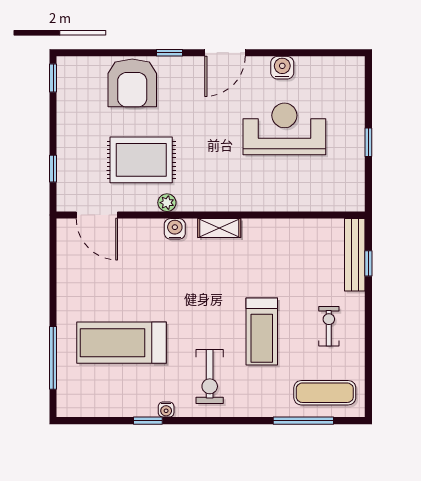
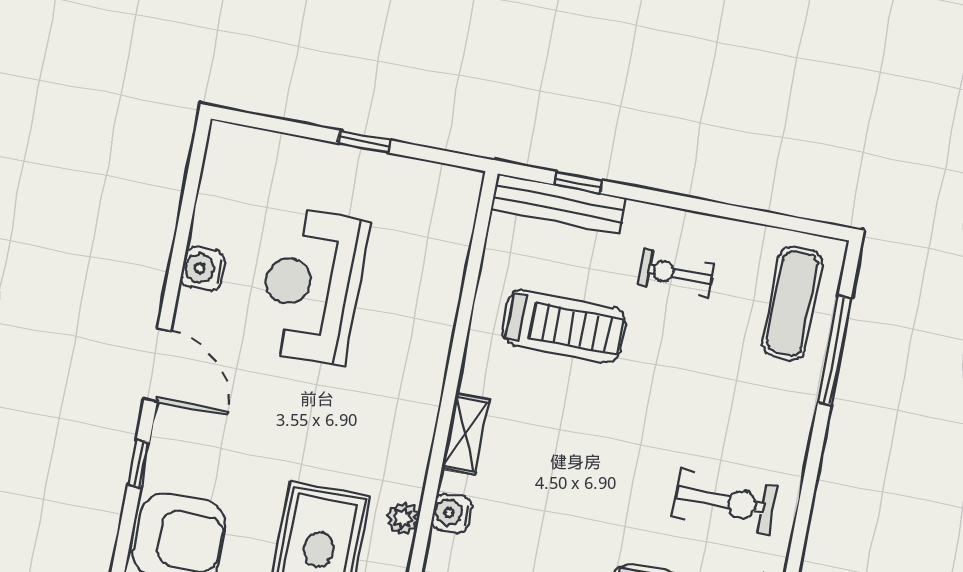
treadmill: (262, 331) -> (564, 326), moved

